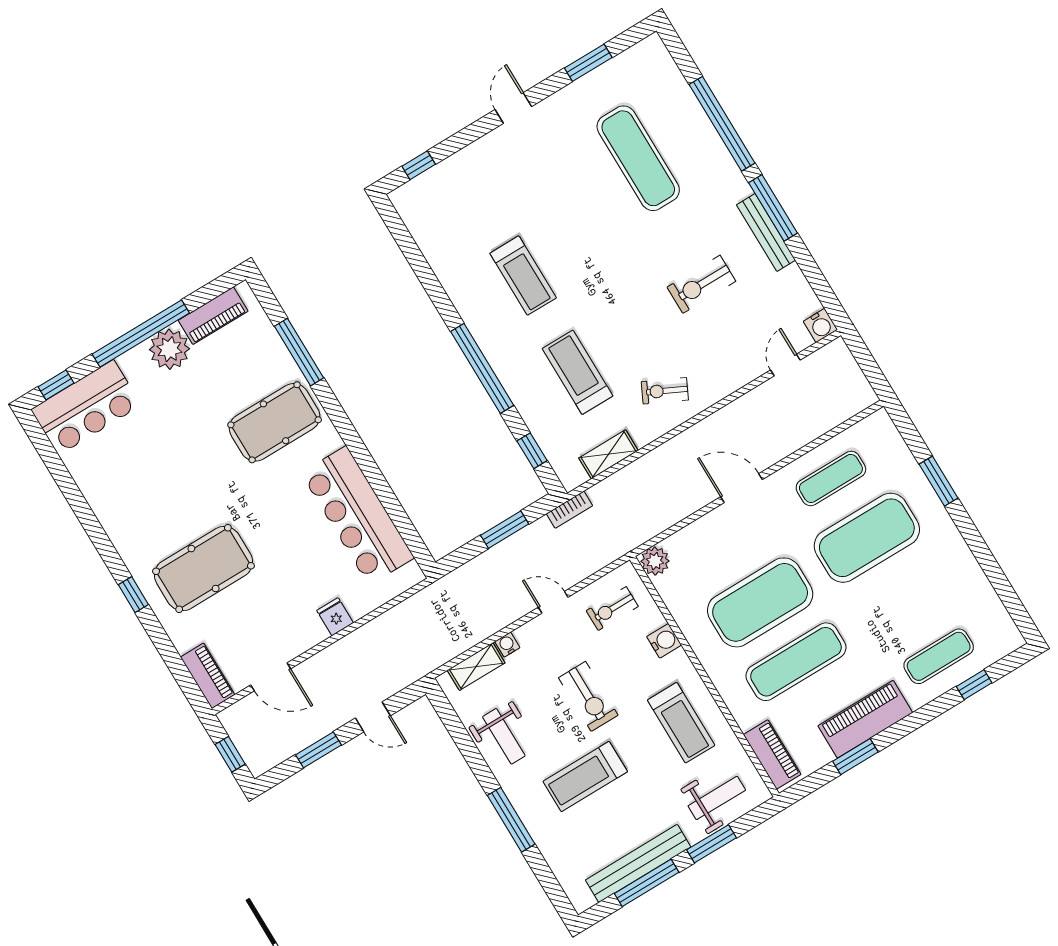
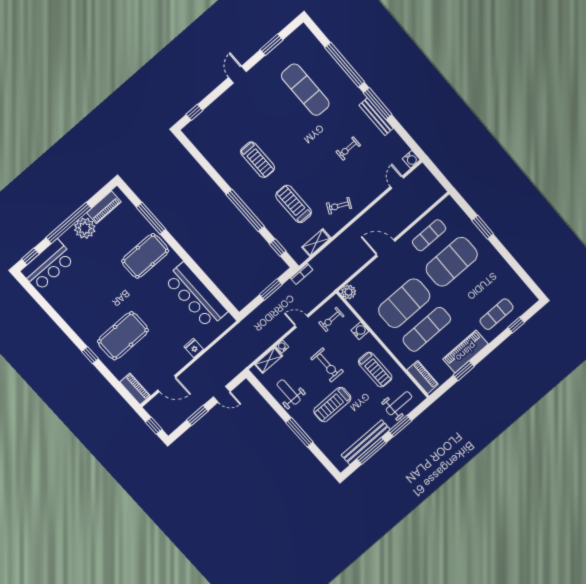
exercise bike: (701, 284) -> (348, 149), width x0.73, depth x0.72
weight bench: (504, 736) -> (289, 392), turned 180

